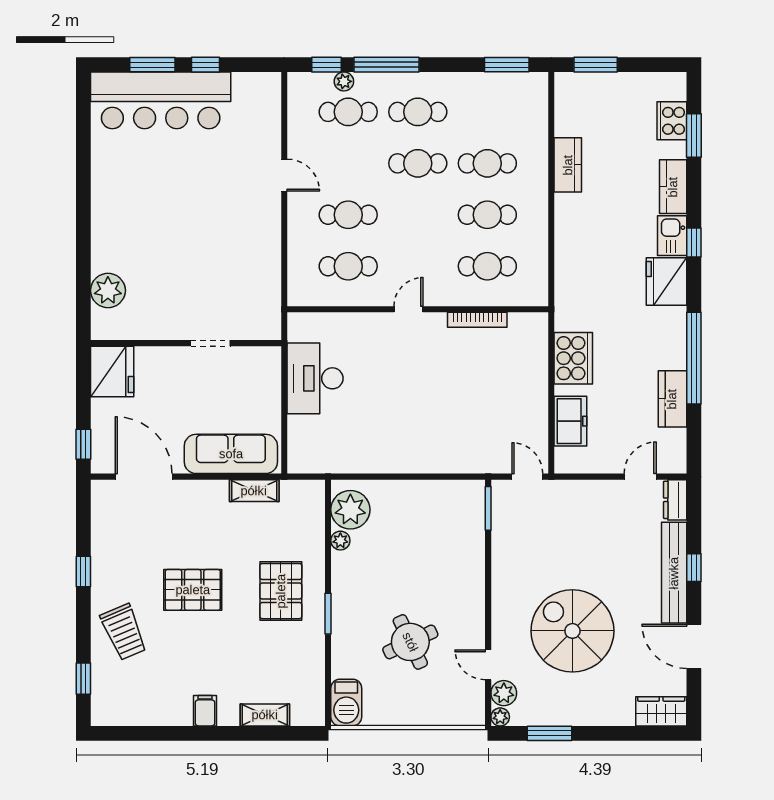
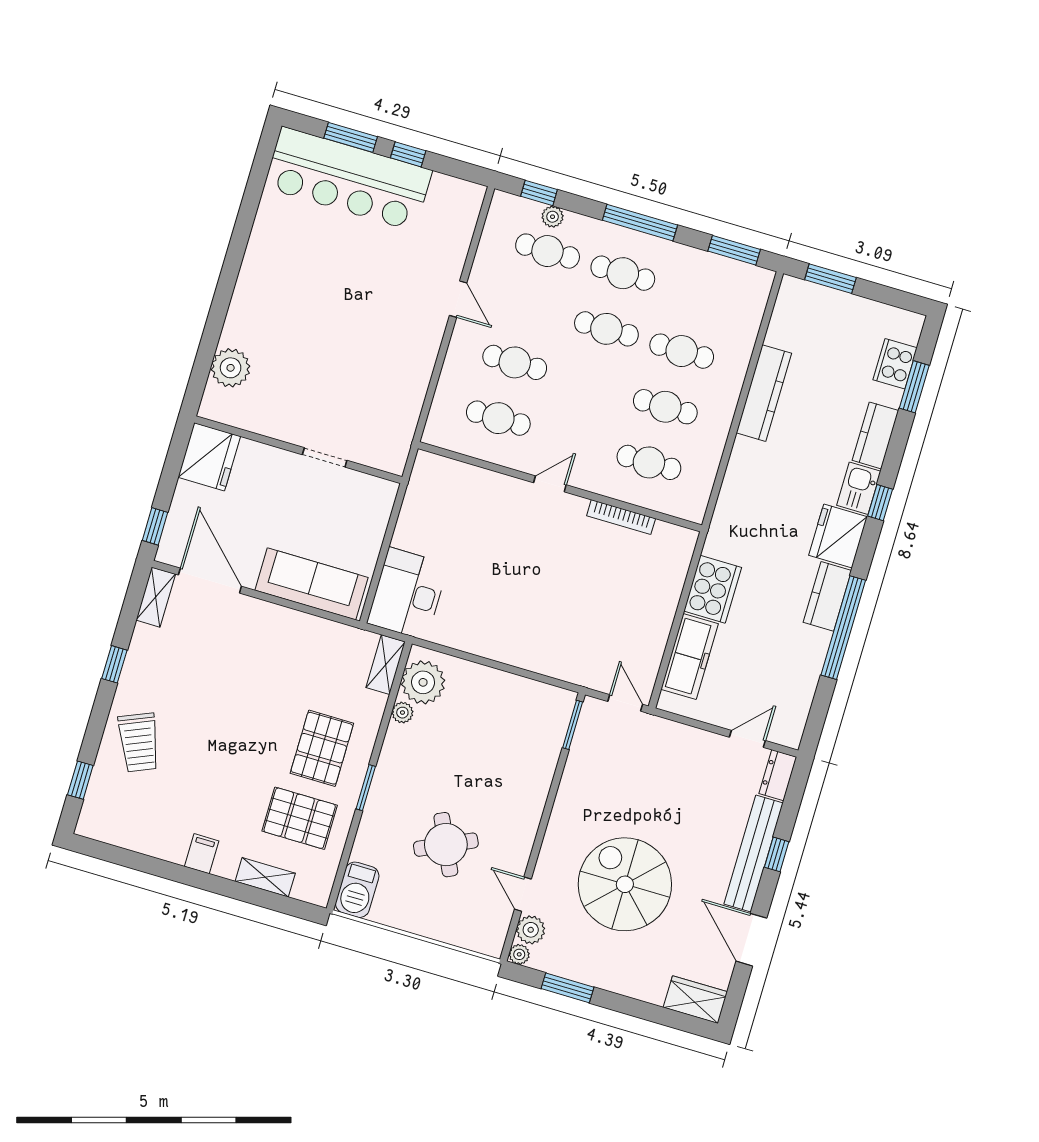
window: (387, 65) -> (640, 223), moved
kitchen counter: (568, 165) -> (764, 393), width x1.50
desk: (315, 378) -> (408, 594), moved
kitchen counter: (672, 399) -> (827, 596), moved
freezer: (570, 421) -> (690, 657), width x1.40
shelving: (254, 491) -> (386, 665), moved, turned 90
shelving: (102, 504) -> (156, 597), added
pallet: (193, 590) -> (300, 818), moved

